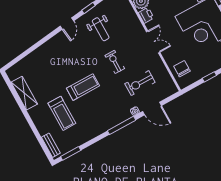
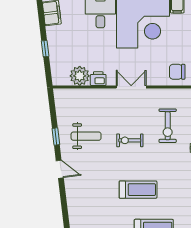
treadmill: (83, 87) -> (138, 190), turned 90

